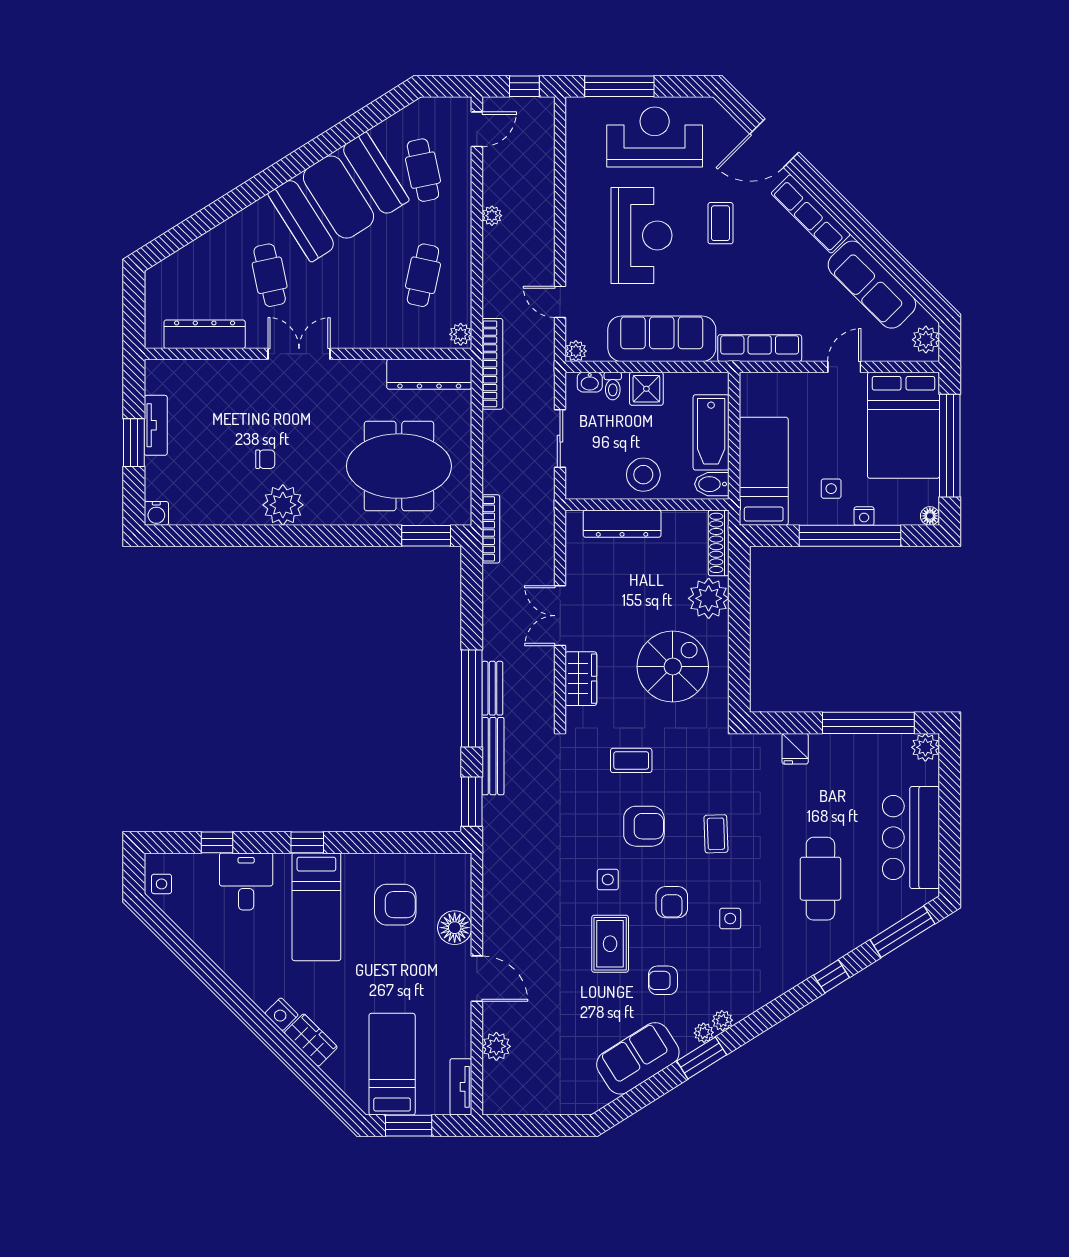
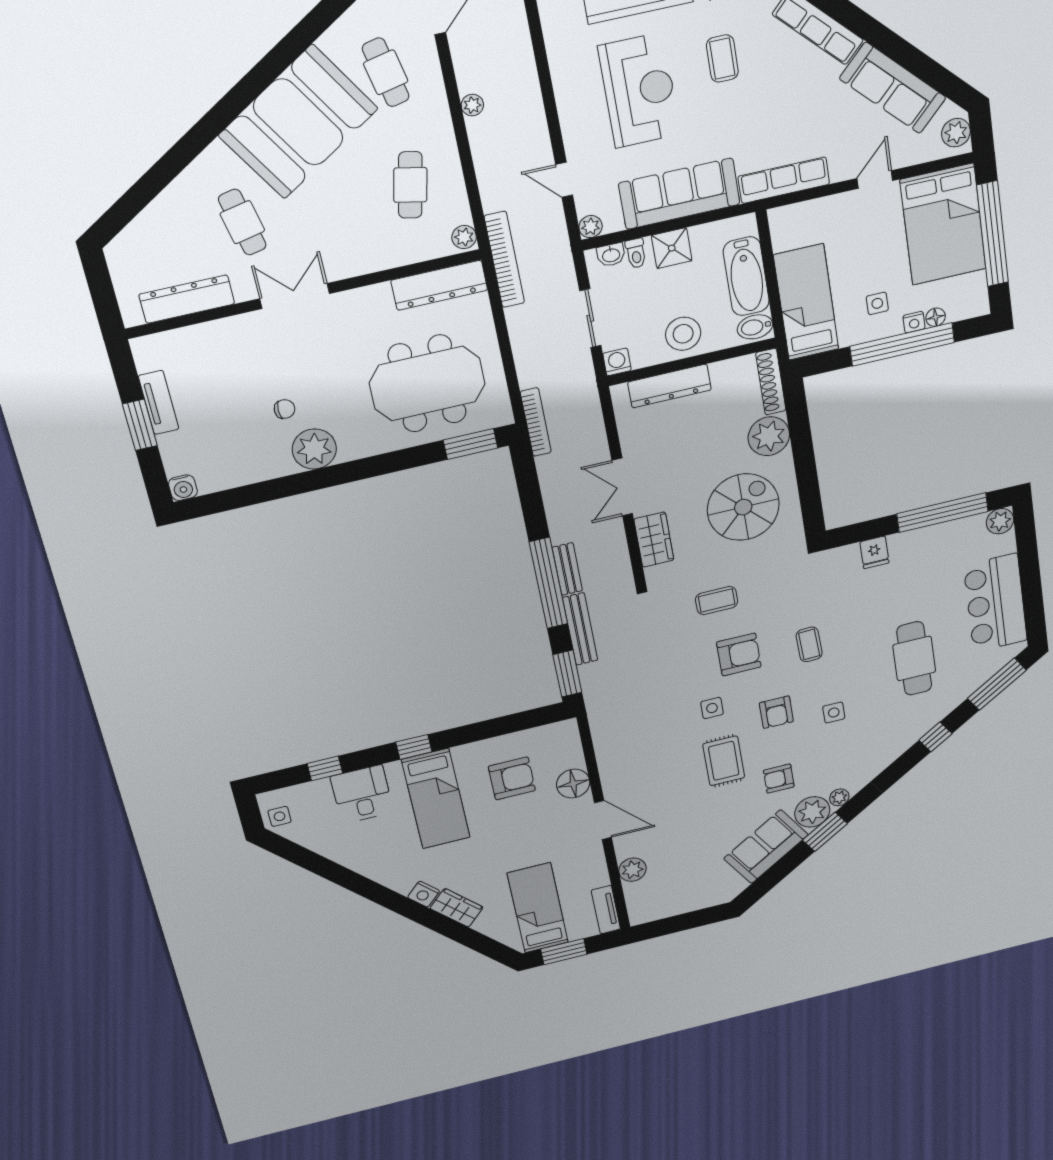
washing machine: (577, 488) -> (617, 362), added
floor lamp: (930, 516) -> (936, 317), moved
plant: (704, 1033) -> (812, 812), width x1.88, depth x1.88

